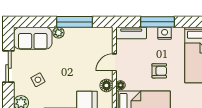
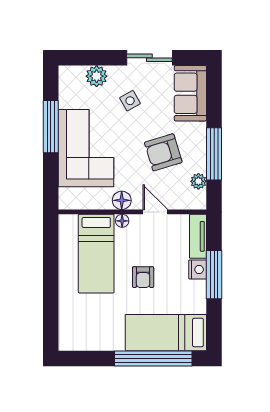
plant: (58, 33) -> (198, 181), moved
nightstand: (165, 33) -> (198, 270), moved
armchair: (73, 57) -> (163, 152), added

